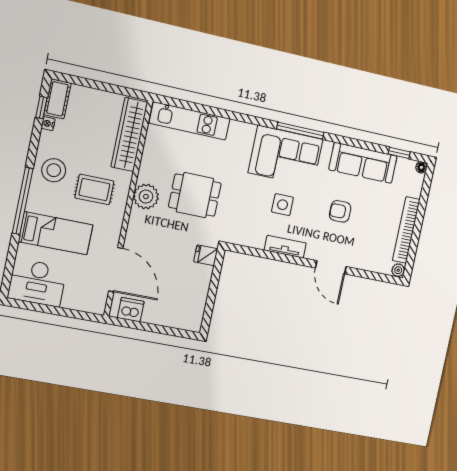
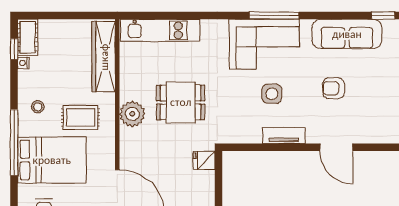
stool: (54, 170) -> (38, 107), width x0.53, depth x0.53
bed: (56, 233) -> (52, 160), width x1.50

